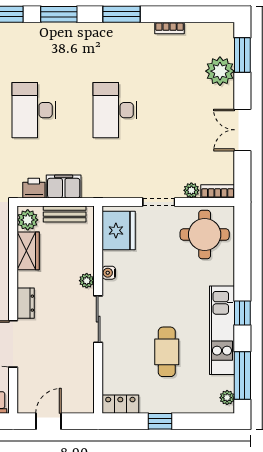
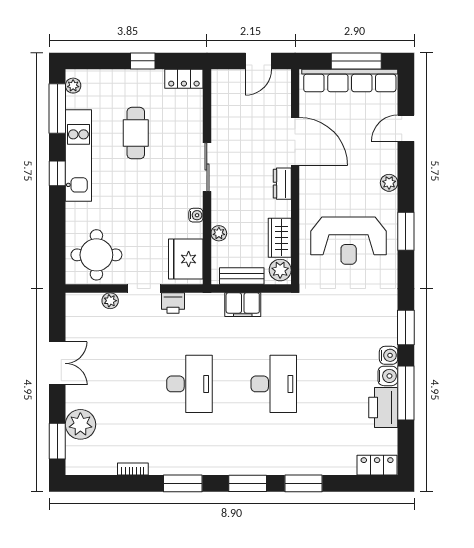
printer: (34, 188) -> (173, 303), moved
bookcase: (218, 191) -> (83, 300), removed
plant: (87, 281) -> (219, 233), moved

